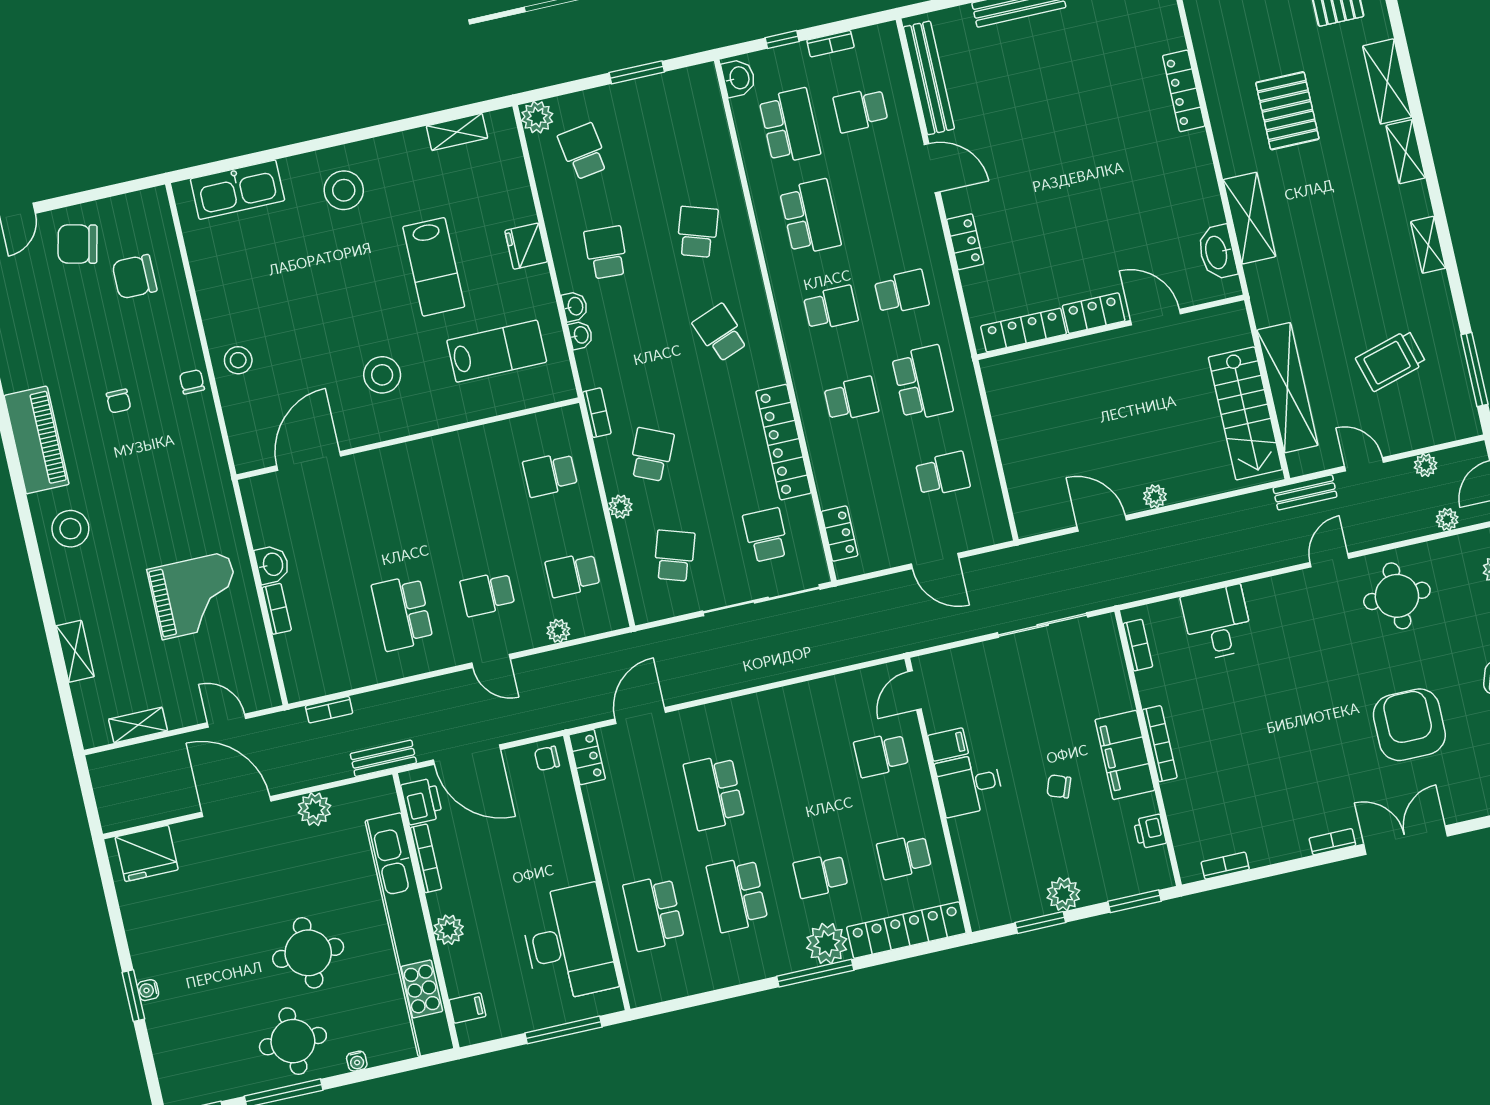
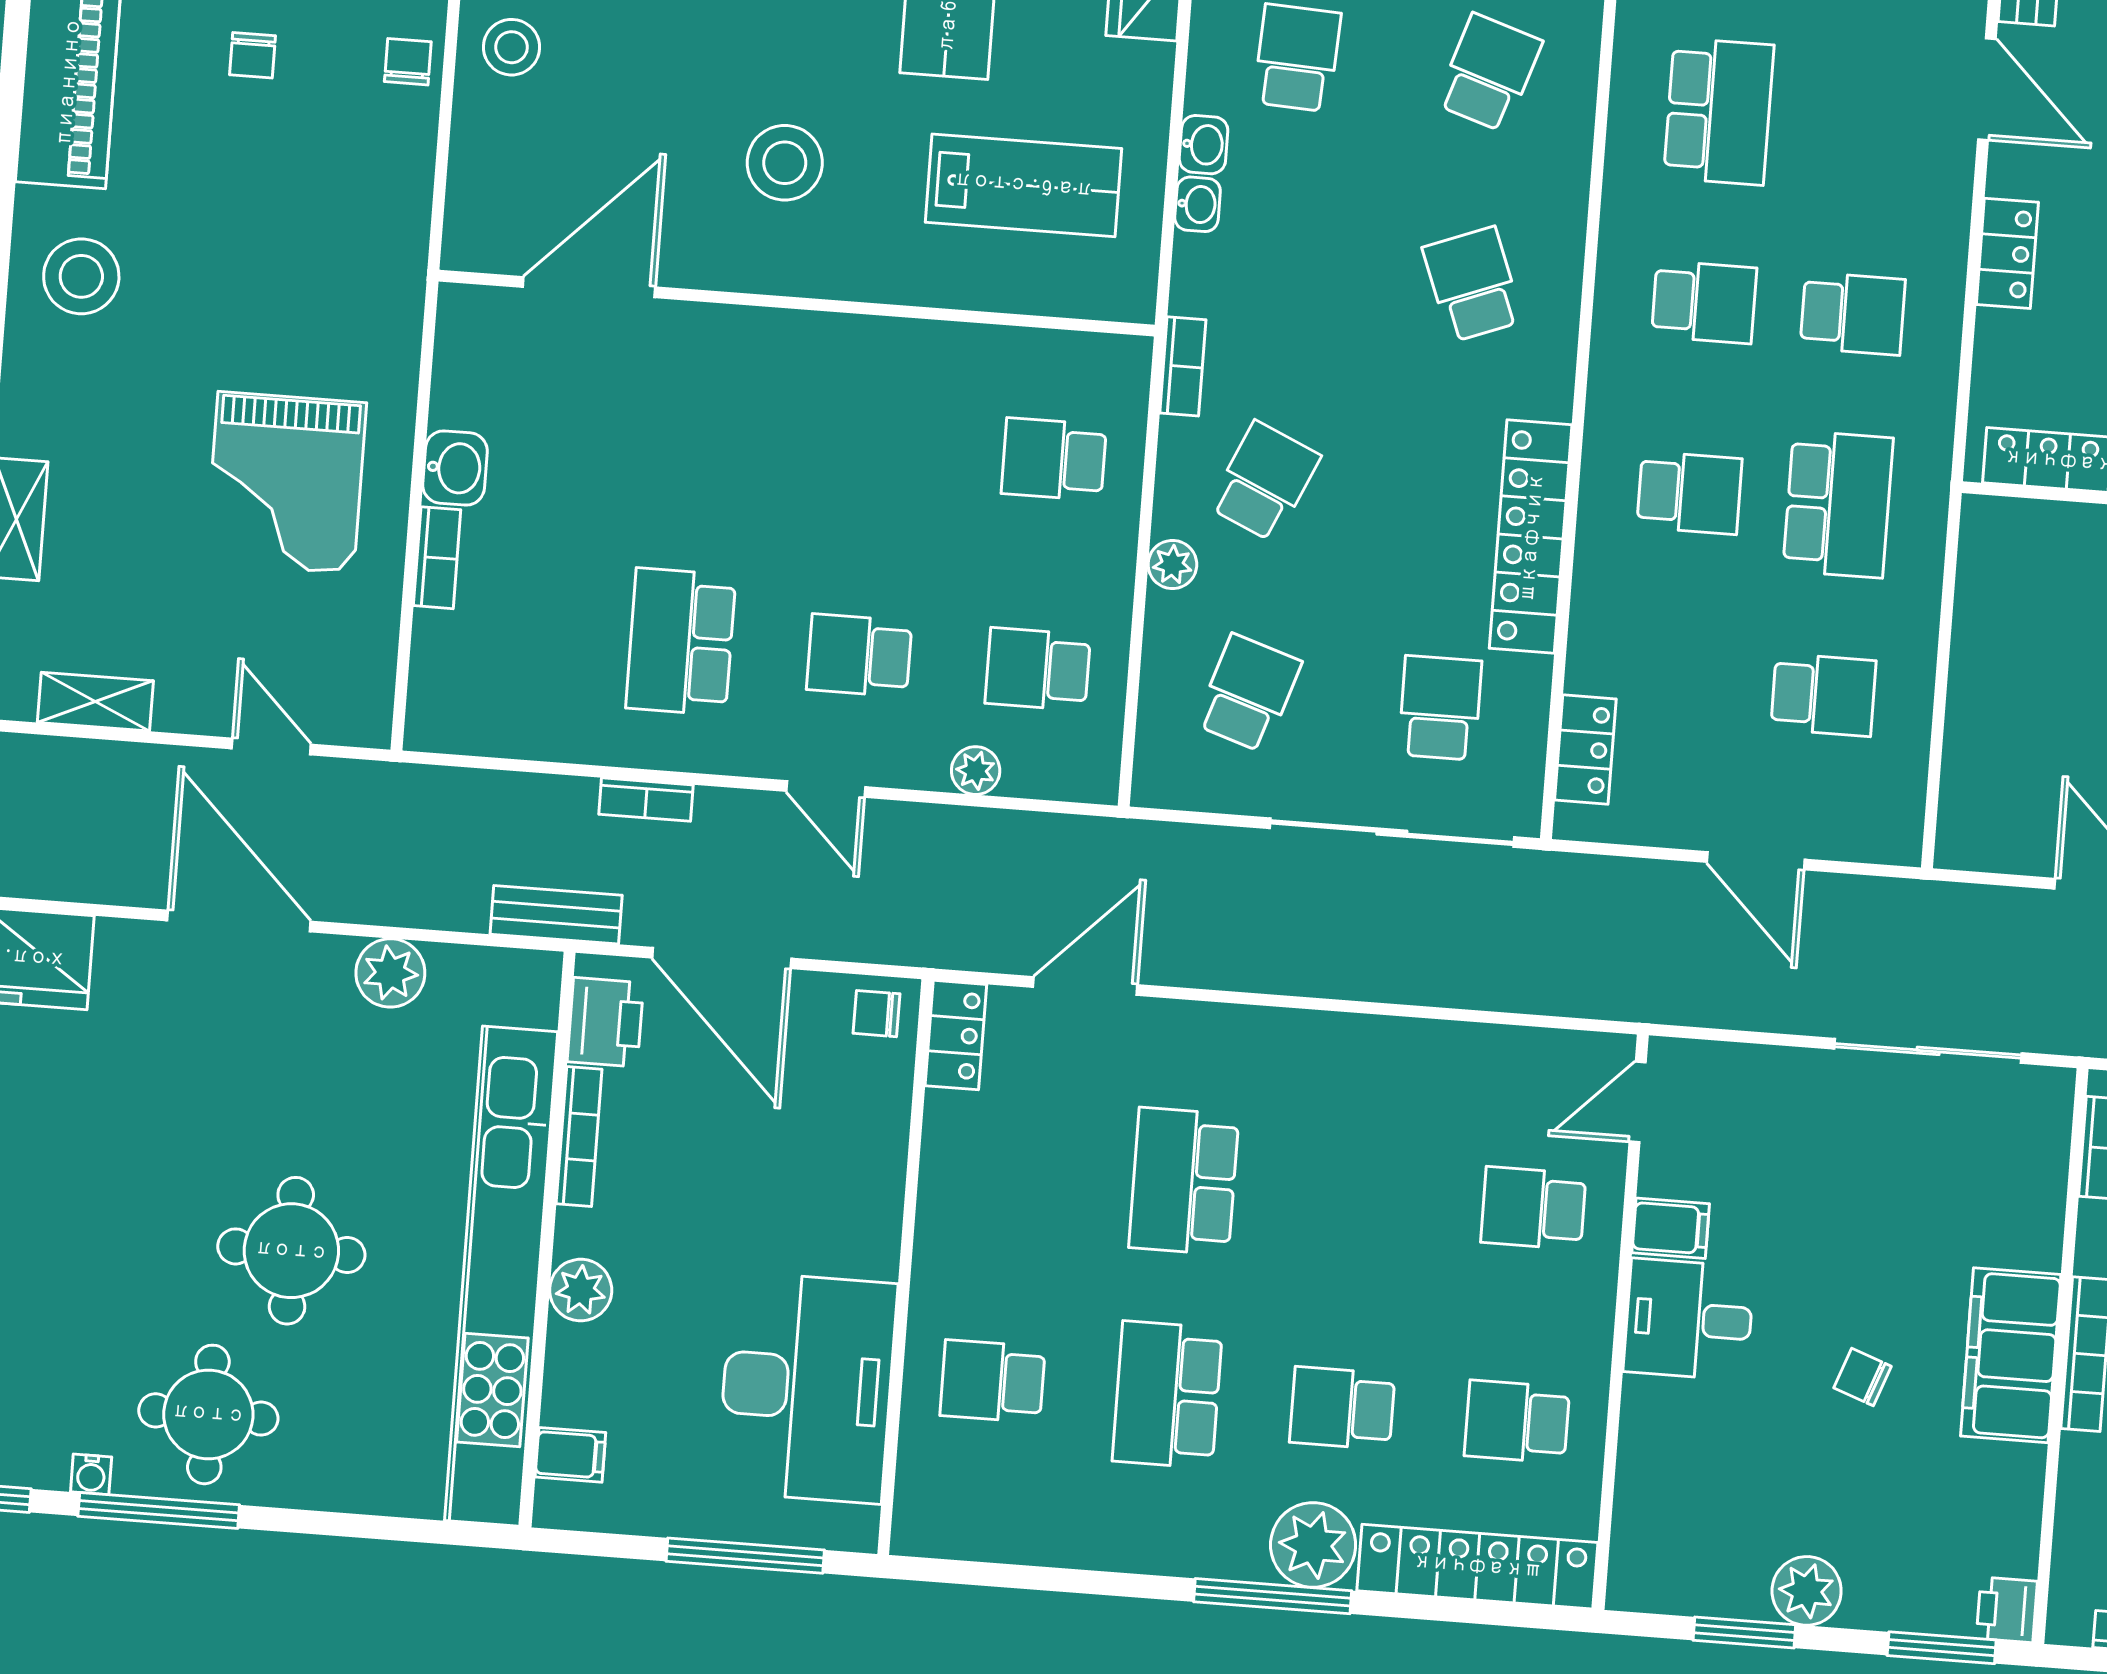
grand piano: (195, 596) -> (286, 483), turned 90
bookcase: (329, 710) -> (646, 800), moved
printer: (1150, 832) -> (2007, 1610), moved
school desk: (654, 913) -> (993, 1381), width x0.54
water cooler: (357, 1061) -> (91, 1474), moved

